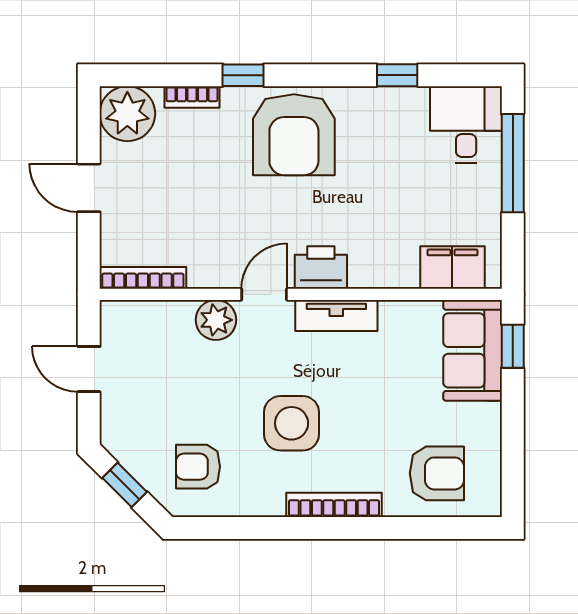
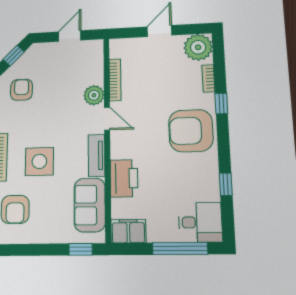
printer: (321, 267) -> (124, 178), moved, width x1.37, depth x1.19
filing cabinet: (452, 267) -> (128, 231), moved, turned -90
bookcase: (143, 278) -> (115, 80), moved
sofa: (473, 350) -> (90, 205), moved, turned -90
side table: (292, 423) -> (39, 161), moved

